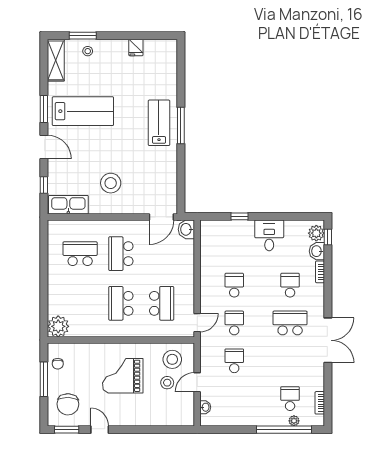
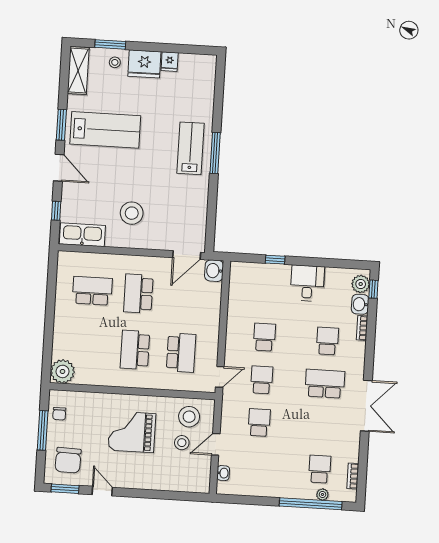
fridge: (114, 51) -> (144, 64), added

